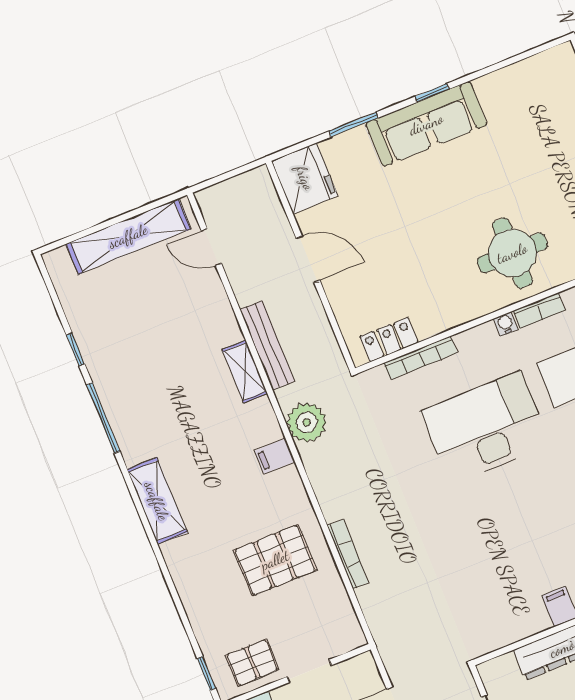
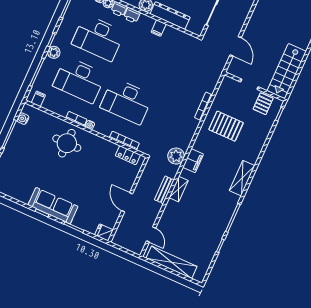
fridge: (305, 178) -> (104, 232), width x0.53, depth x0.75
bench: (267, 345) -> (164, 190), width x0.73
filing cabinet: (275, 456) -> (193, 161), width x2.00
pallet: (252, 663) -> (263, 104), turned 90

